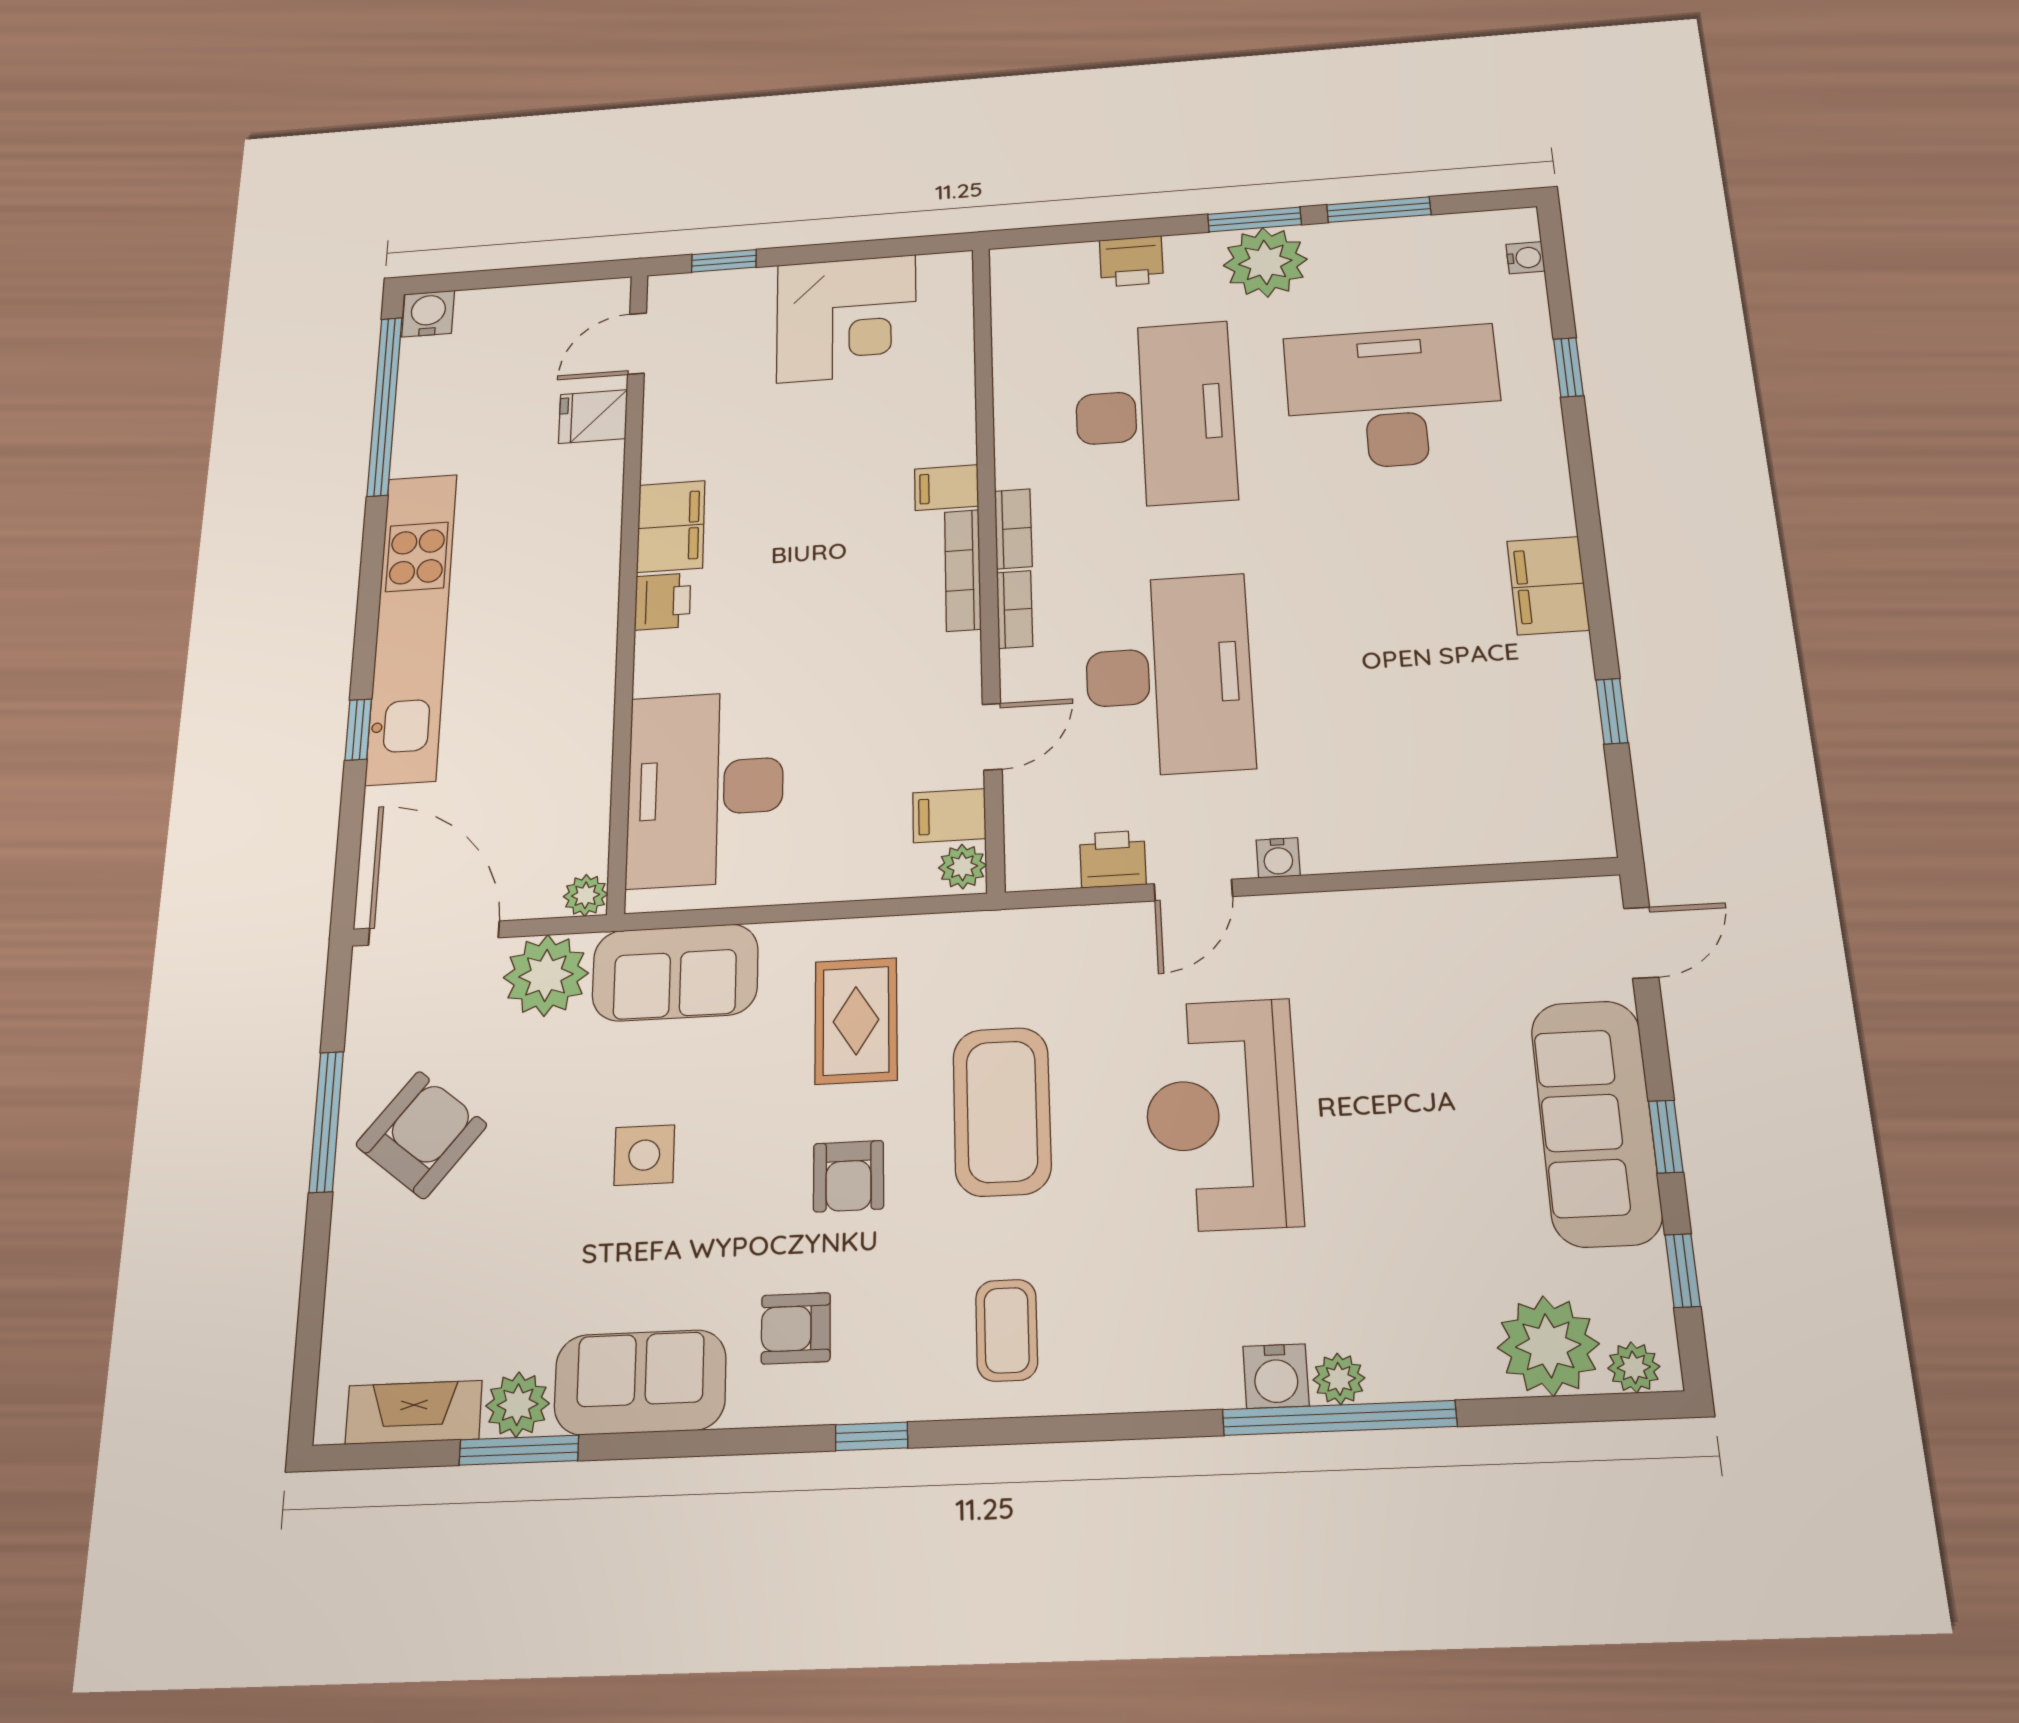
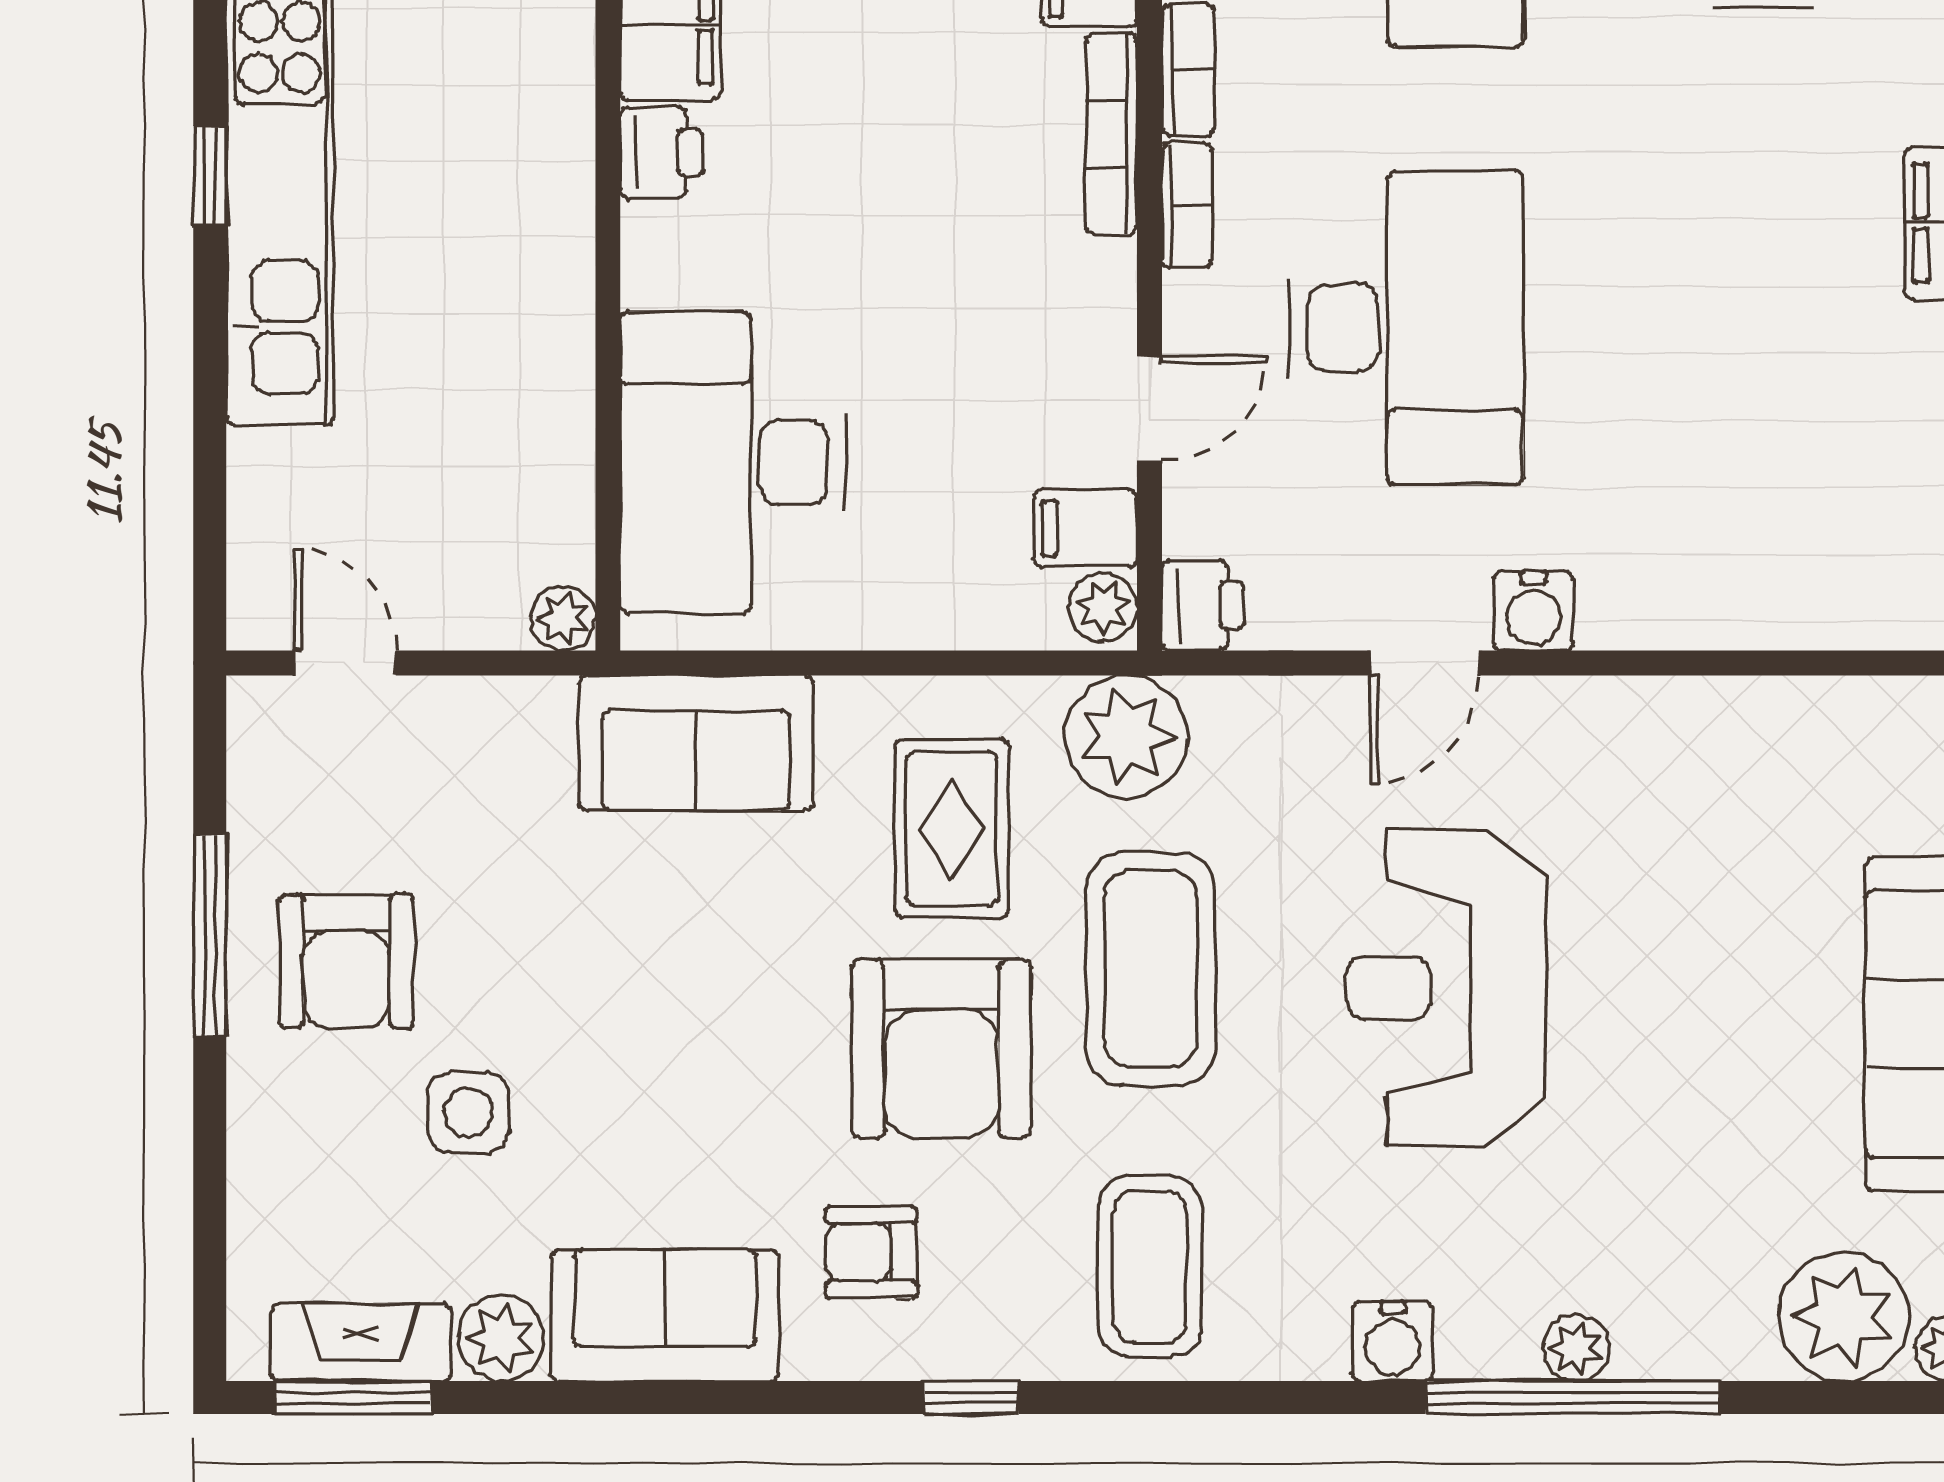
window: (358, 730) -> (210, 175), moved
water cooler: (1278, 858) -> (1534, 611), width x1.38, depth x1.38
printer: (1113, 859) -> (1203, 605), moved, turned 90
door: (434, 933) -> (345, 663), width x0.53
plant: (546, 975) -> (1126, 737), moved
armchair: (421, 1135) -> (346, 961), turned 141
side table: (644, 1155) -> (468, 1113), moved
armchair: (849, 1176) -> (941, 1049), width x1.88, depth x1.88
coffee table: (1007, 1330) -> (1150, 1267), width x1.36, depth x1.30
water cooler: (1276, 1376) -> (1393, 1341), moved
window: (519, 1450) -> (353, 1397), moved

